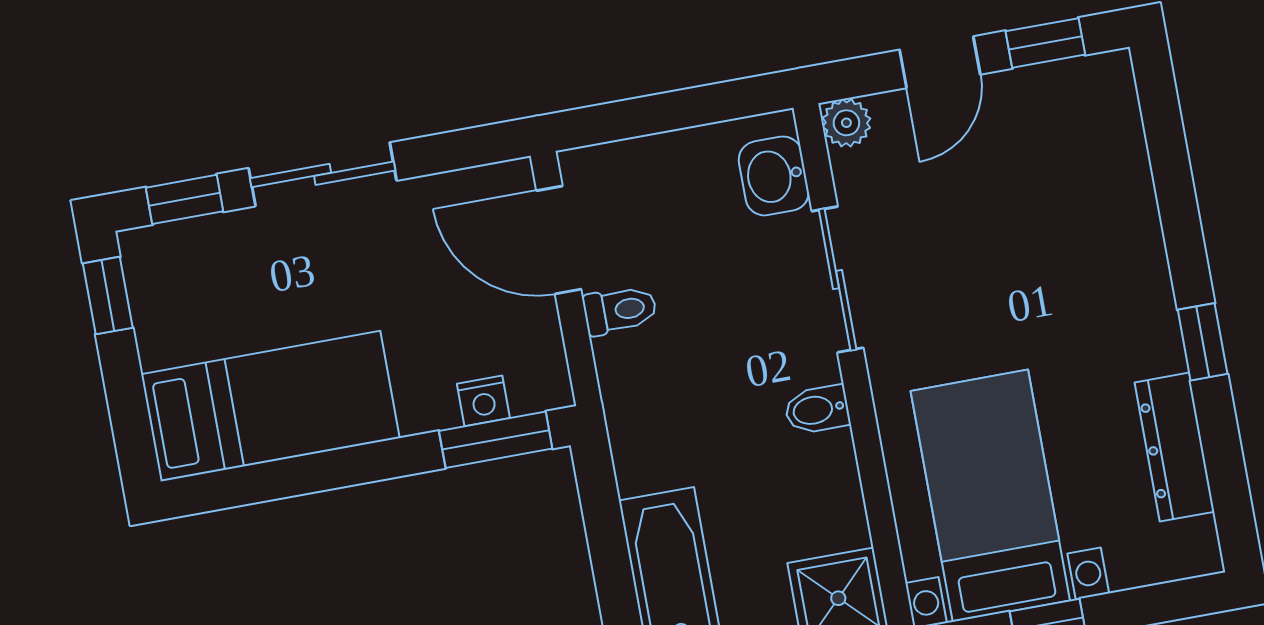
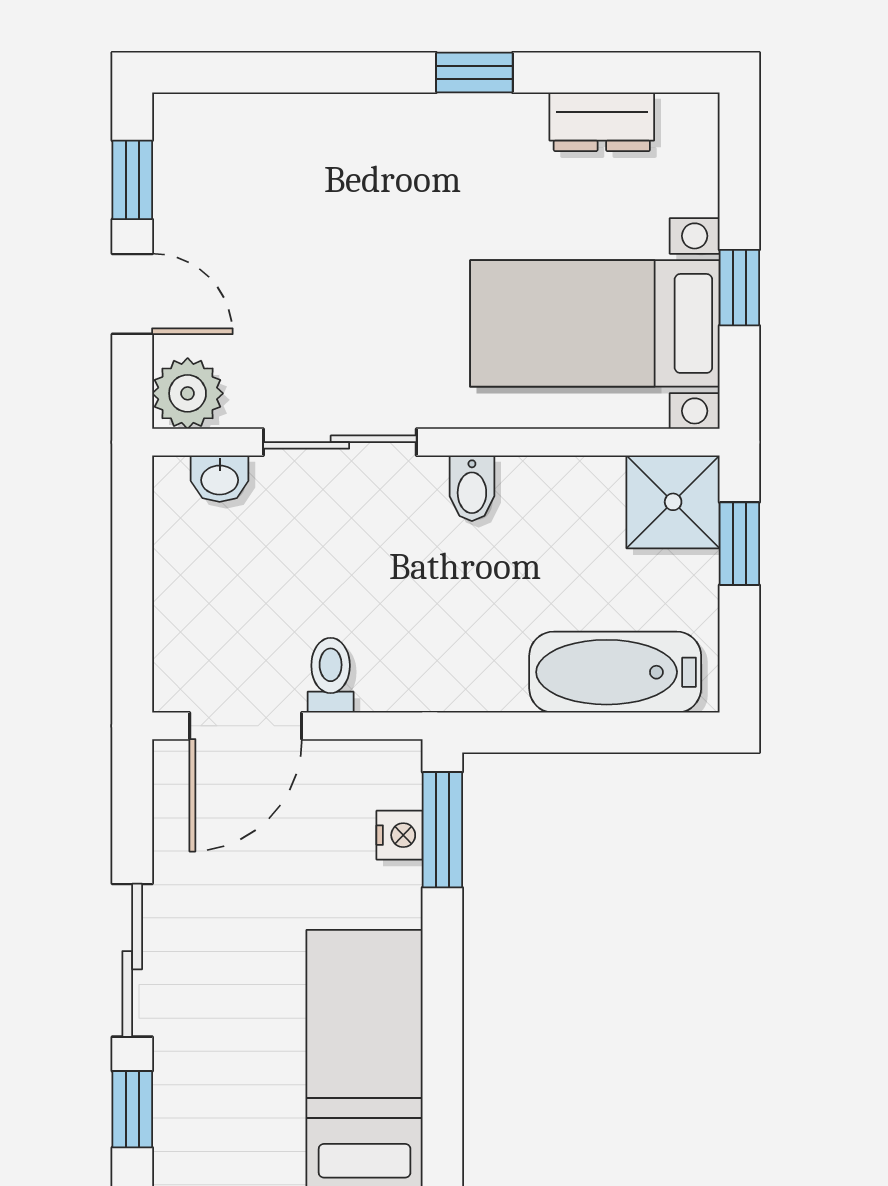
plant: (846, 123) -> (188, 393), width x1.38, depth x1.38
washbasin: (774, 176) -> (220, 479), width x0.72, depth x0.69
dresser: (1175, 447) -> (602, 122), width x0.70

